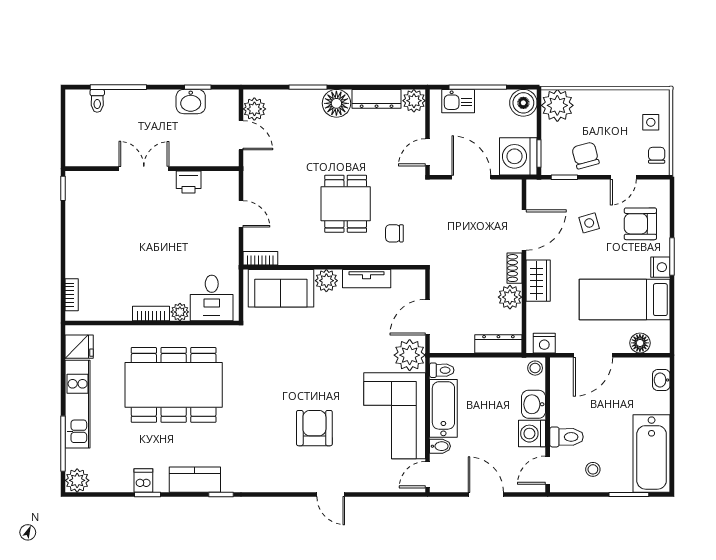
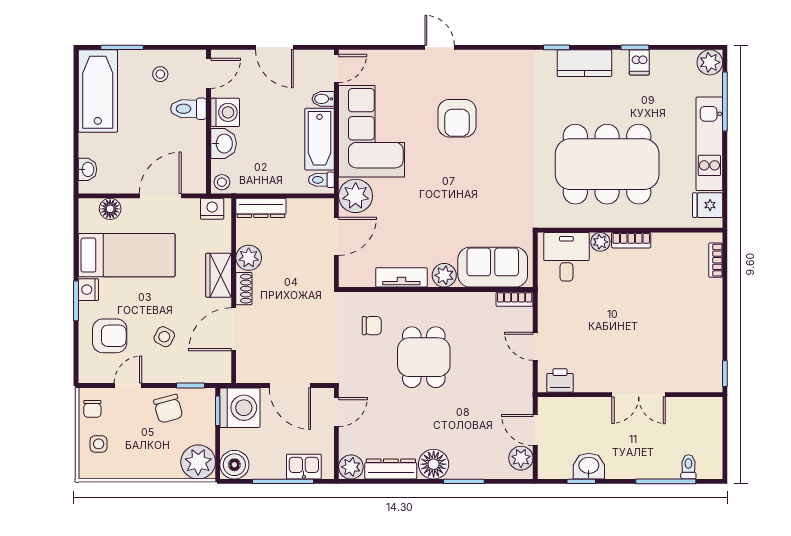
printer: (189, 182) -> (560, 380), moved
side table: (589, 223) -> (164, 337), turned 45

